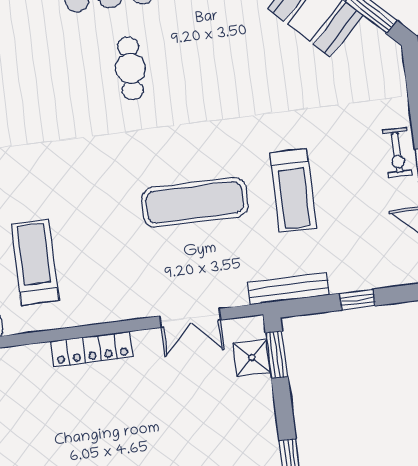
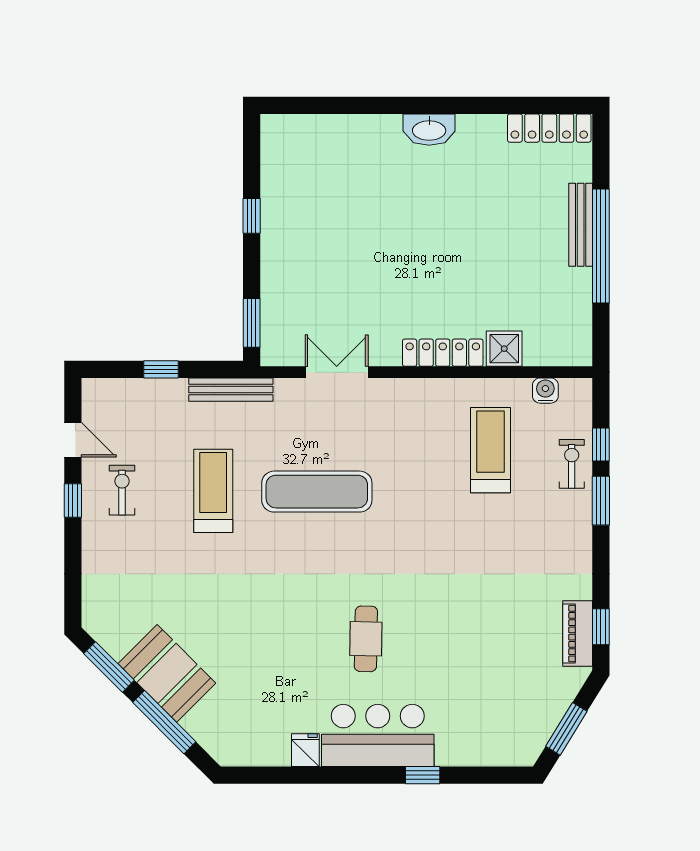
exercise bike: (397, 152) -> (122, 490), moved
treadmill: (35, 262) -> (490, 450), turned 180
shower: (252, 358) -> (504, 349), moved

